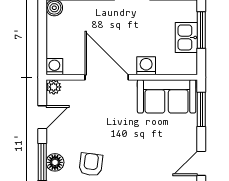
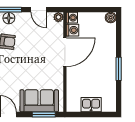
window: (201, 30) -> (96, 114), removed
washing machine: (146, 66) -> (73, 30), moved
sofa: (167, 96) -> (39, 101), moved, turned 90

